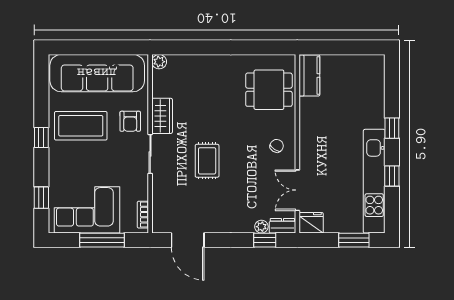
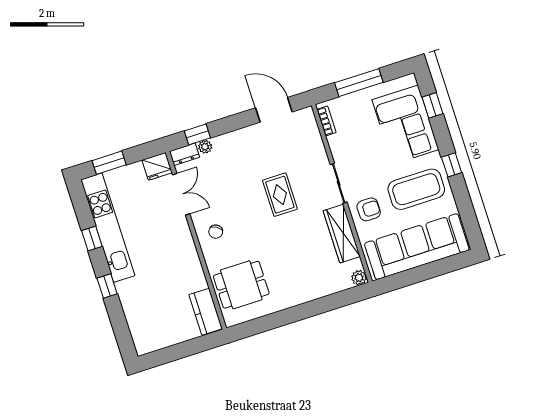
wardrobe: (162, 116) -> (342, 234), width x1.50
armchair: (130, 121) -> (369, 209), turned 90
corner sofa: (87, 210) -> (405, 125), moved, turned 90

